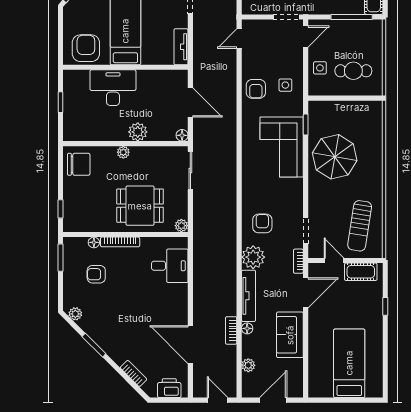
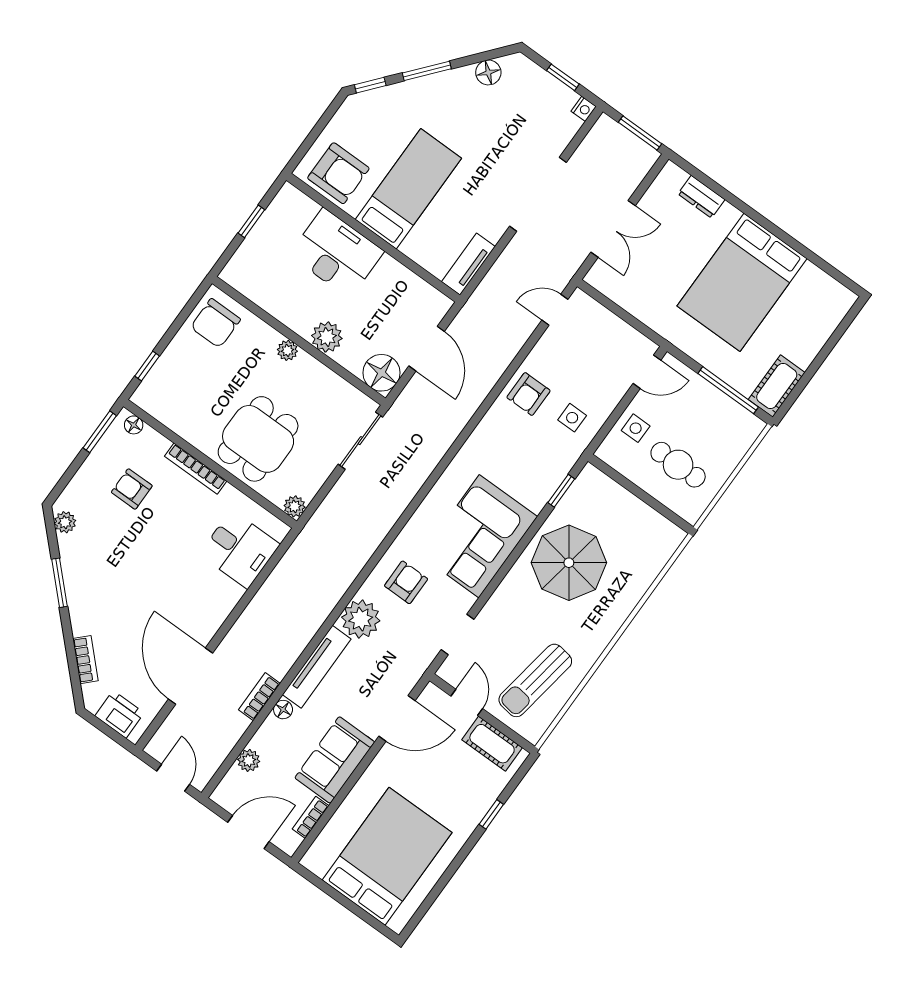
doorway: (286, 17) -> (640, 326), removed
armchair: (86, 48) -> (338, 173), turned 90
floor lamp: (182, 135) -> (381, 373), width x1.89, depth x1.89
corner sofa: (282, 147) -> (479, 536), moved
chair: (79, 164) -> (215, 323), turned 90
dining table: (140, 206) -> (258, 439), turned 90
floor lamp: (94, 242) -> (134, 425), moved
bookcase: (298, 261) -> (311, 817), moved
bed: (349, 363) -> (387, 856), width x1.50

